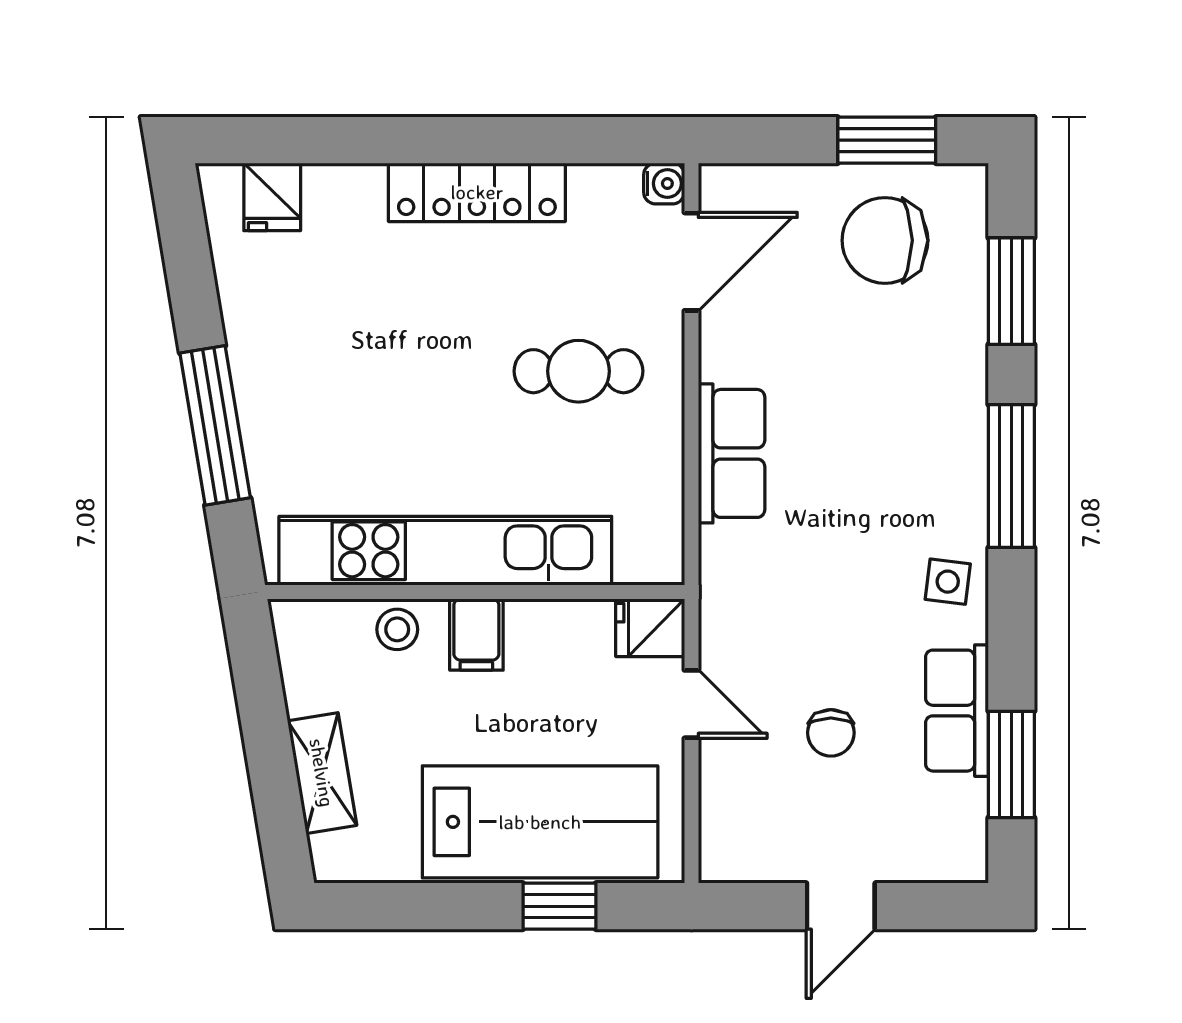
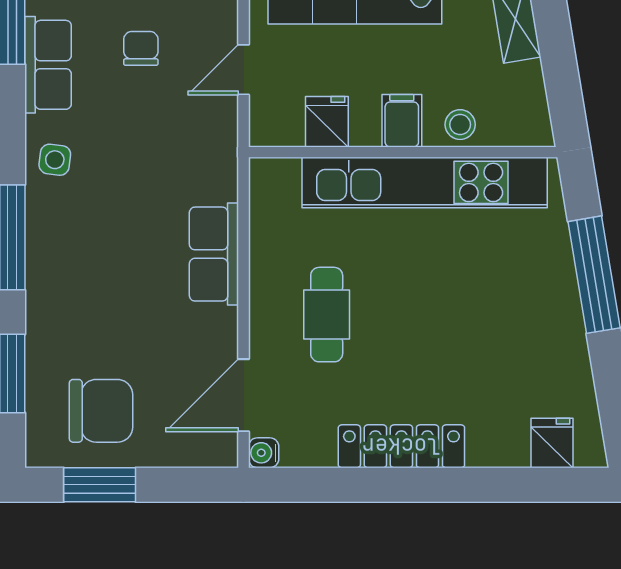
cafe table: (578, 371) -> (327, 315), turned 90
fridge: (650, 628) -> (327, 122), moved, turned -90
door: (691, 704) -> (243, 70), hinge flipped

